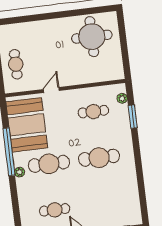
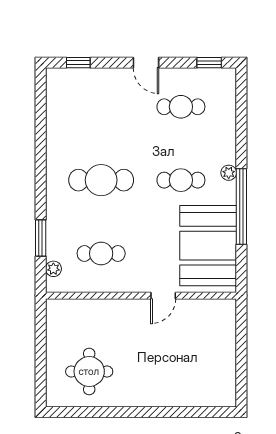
round table: (92, 37) -> (89, 371), width x0.73, depth x0.73
cafe table: (16, 64) -> (214, 343), removed
cafe table: (49, 164) -> (181, 180), width x0.73, depth x0.74

